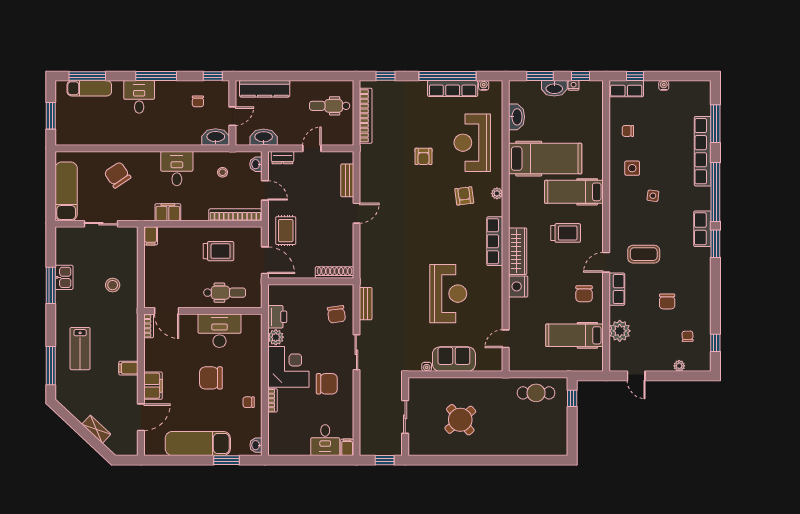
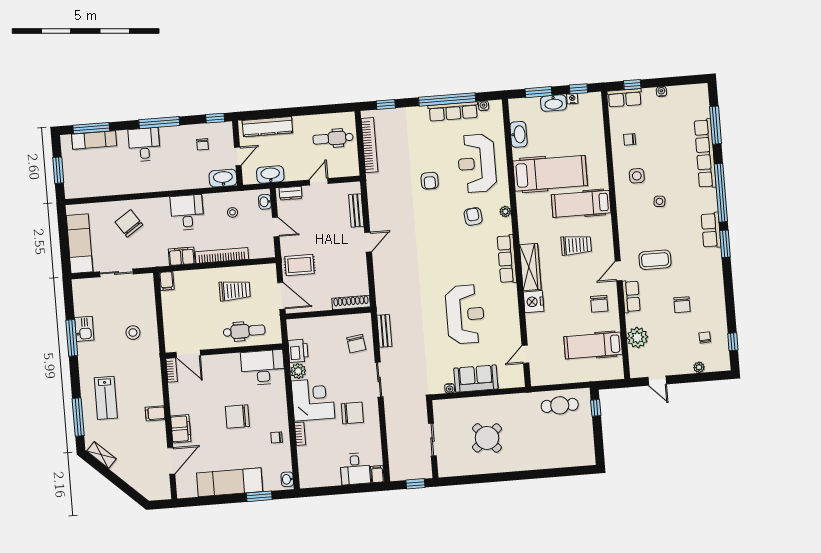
bookcase: (235, 215) -> (222, 256), moved
rug: (286, 231) -> (300, 265), turned 90
desk: (219, 331) -> (263, 367), moved
shelving: (96, 429) -> (101, 455), moved

